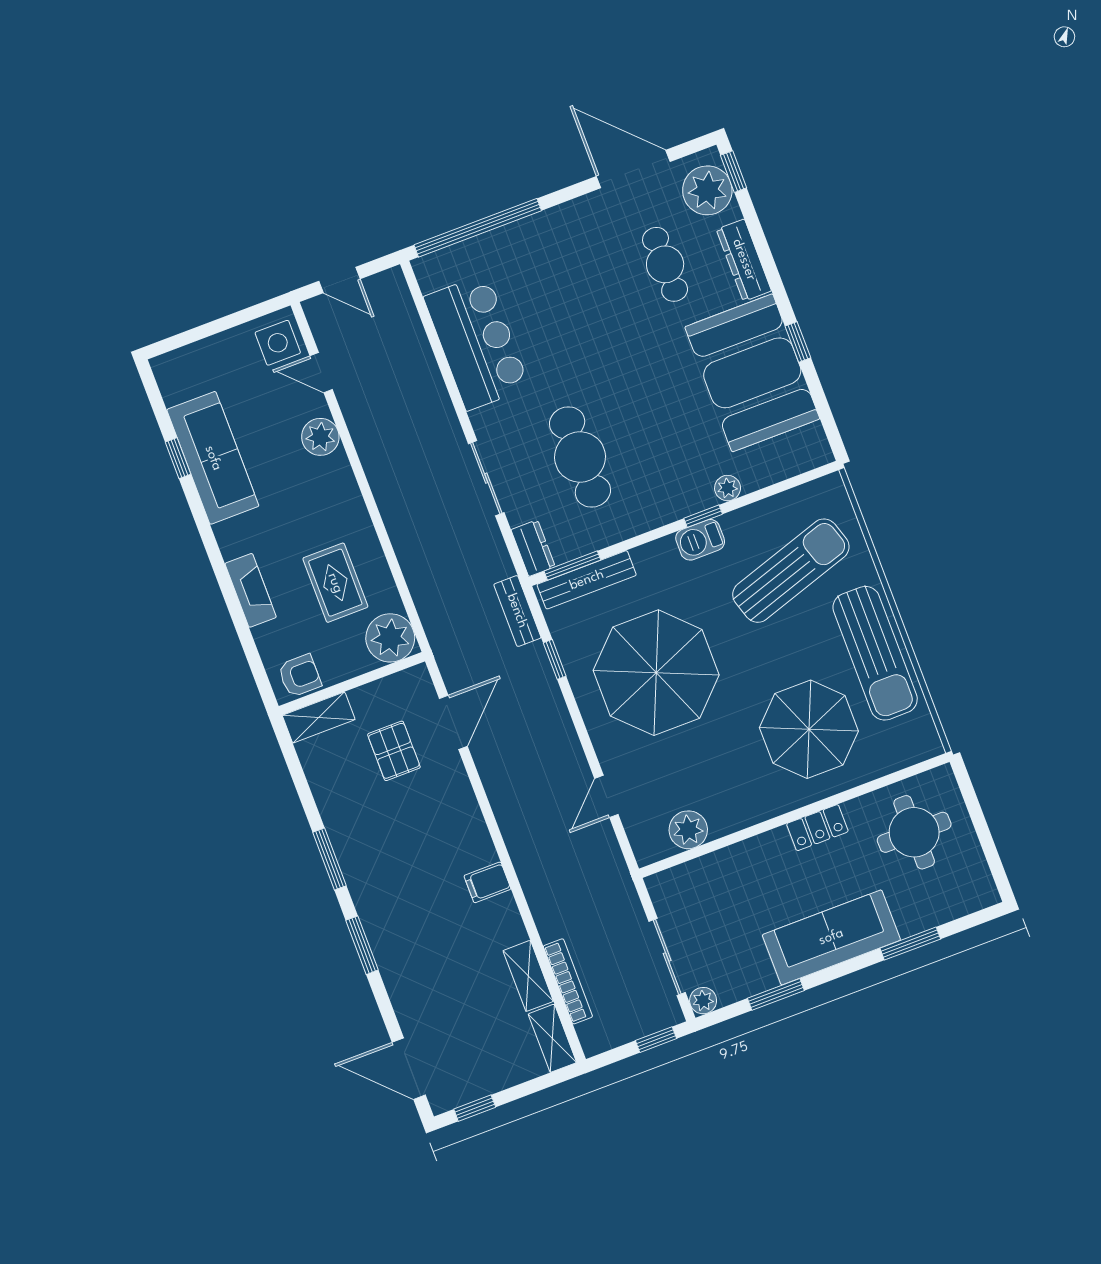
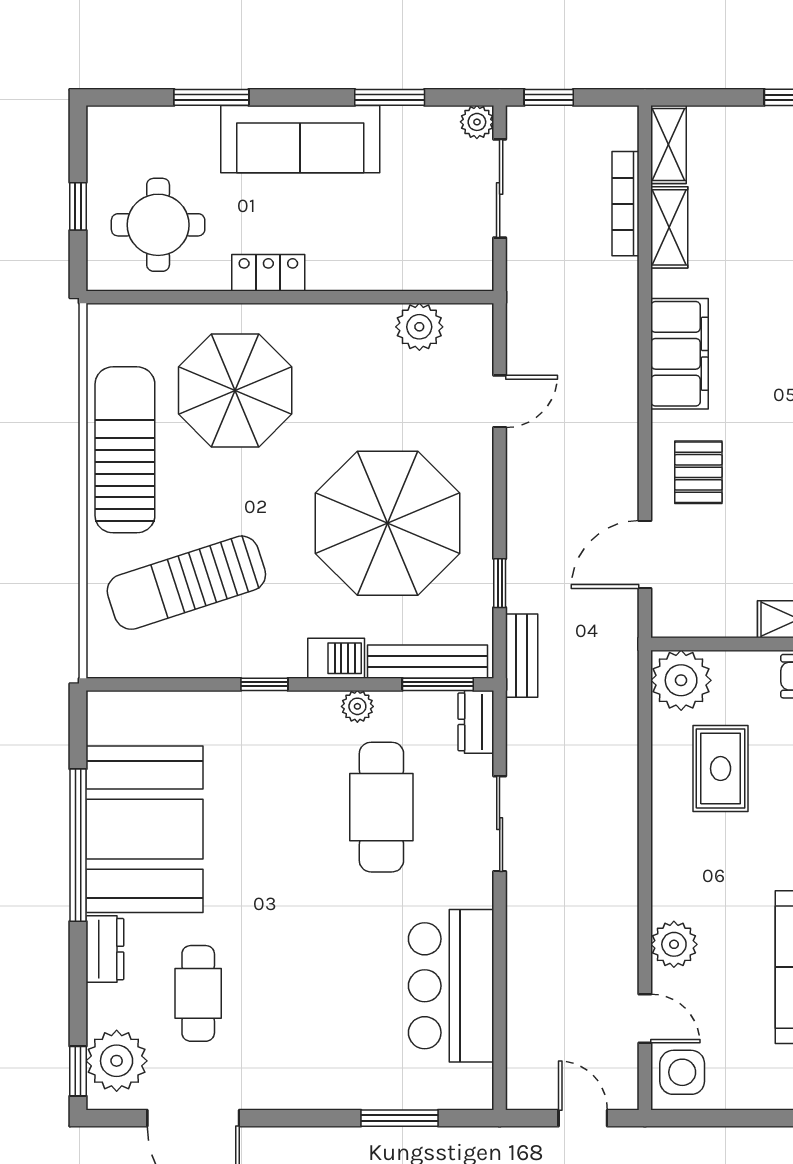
window: (478, 228) -> (399, 1118), width x0.47
dresser: (744, 260) -> (105, 949), width x0.70
window: (798, 342) -> (78, 845), width x3.17
plant: (728, 488) -> (357, 706), moved
barbecue: (700, 540) -> (336, 658), moved
pallet: (394, 751) -> (698, 472), moved
window: (980, 823) -> (78, 206), added
filing cabinet: (487, 882) -> (680, 354), width x3.00, depth x1.17

